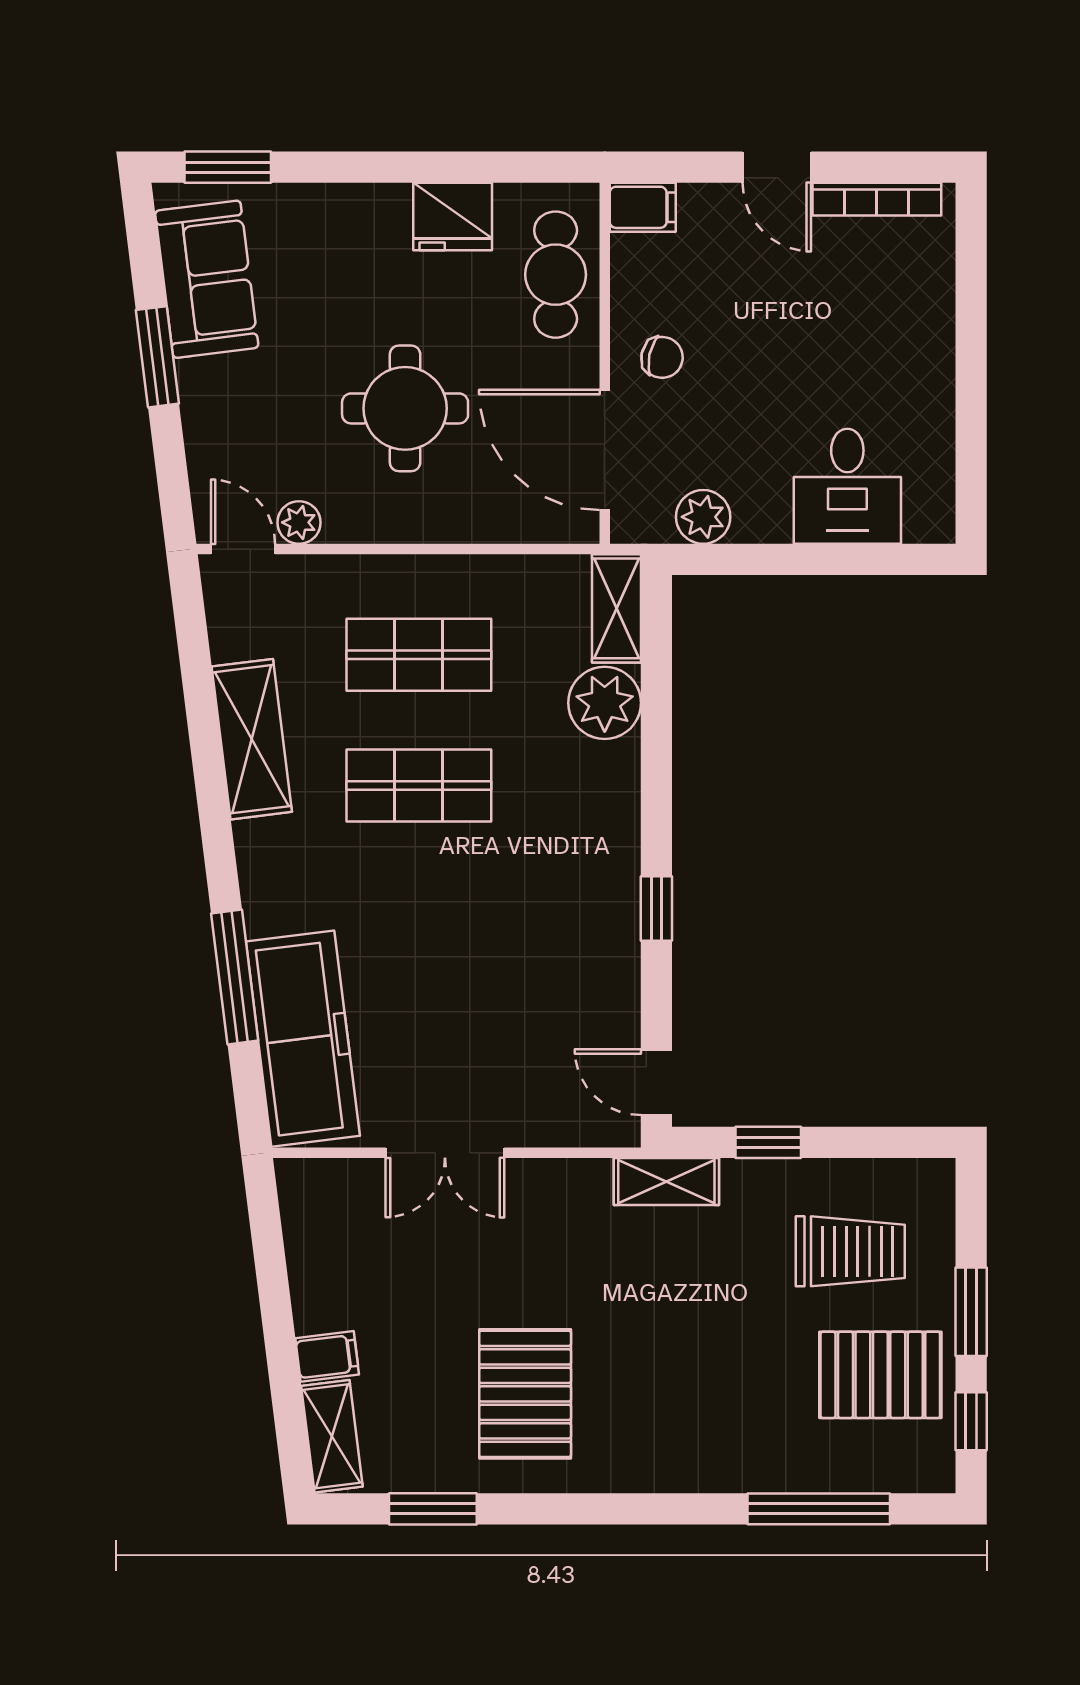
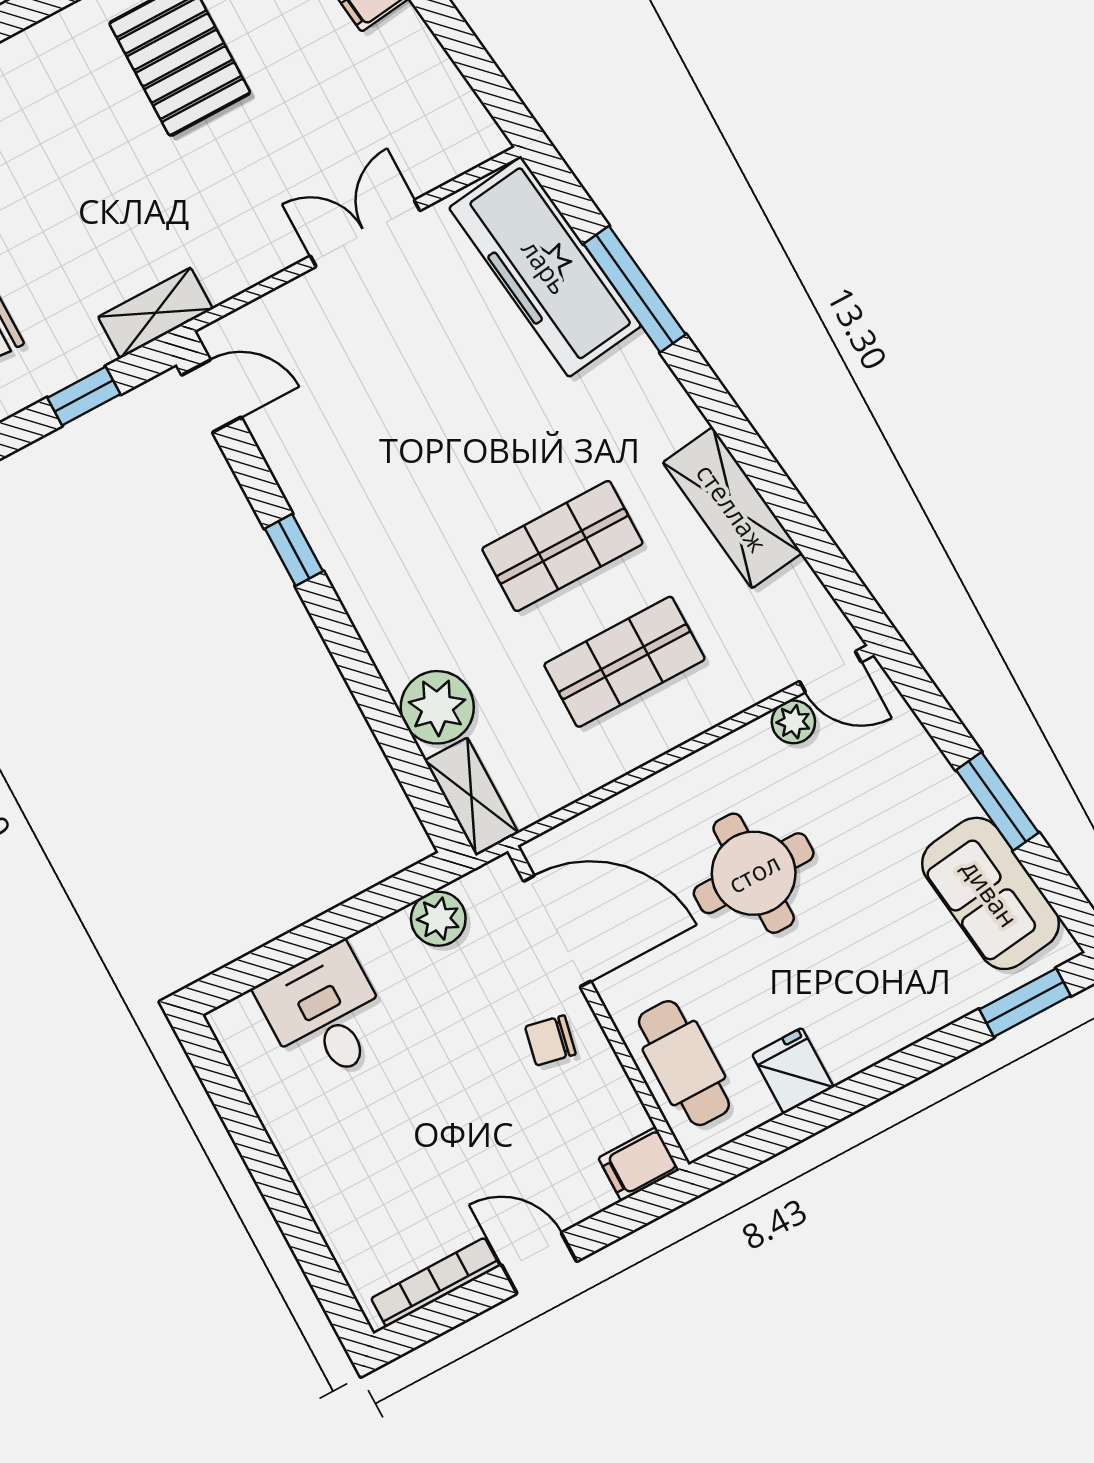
fridge: (453, 217) -> (793, 1071), width x0.72

